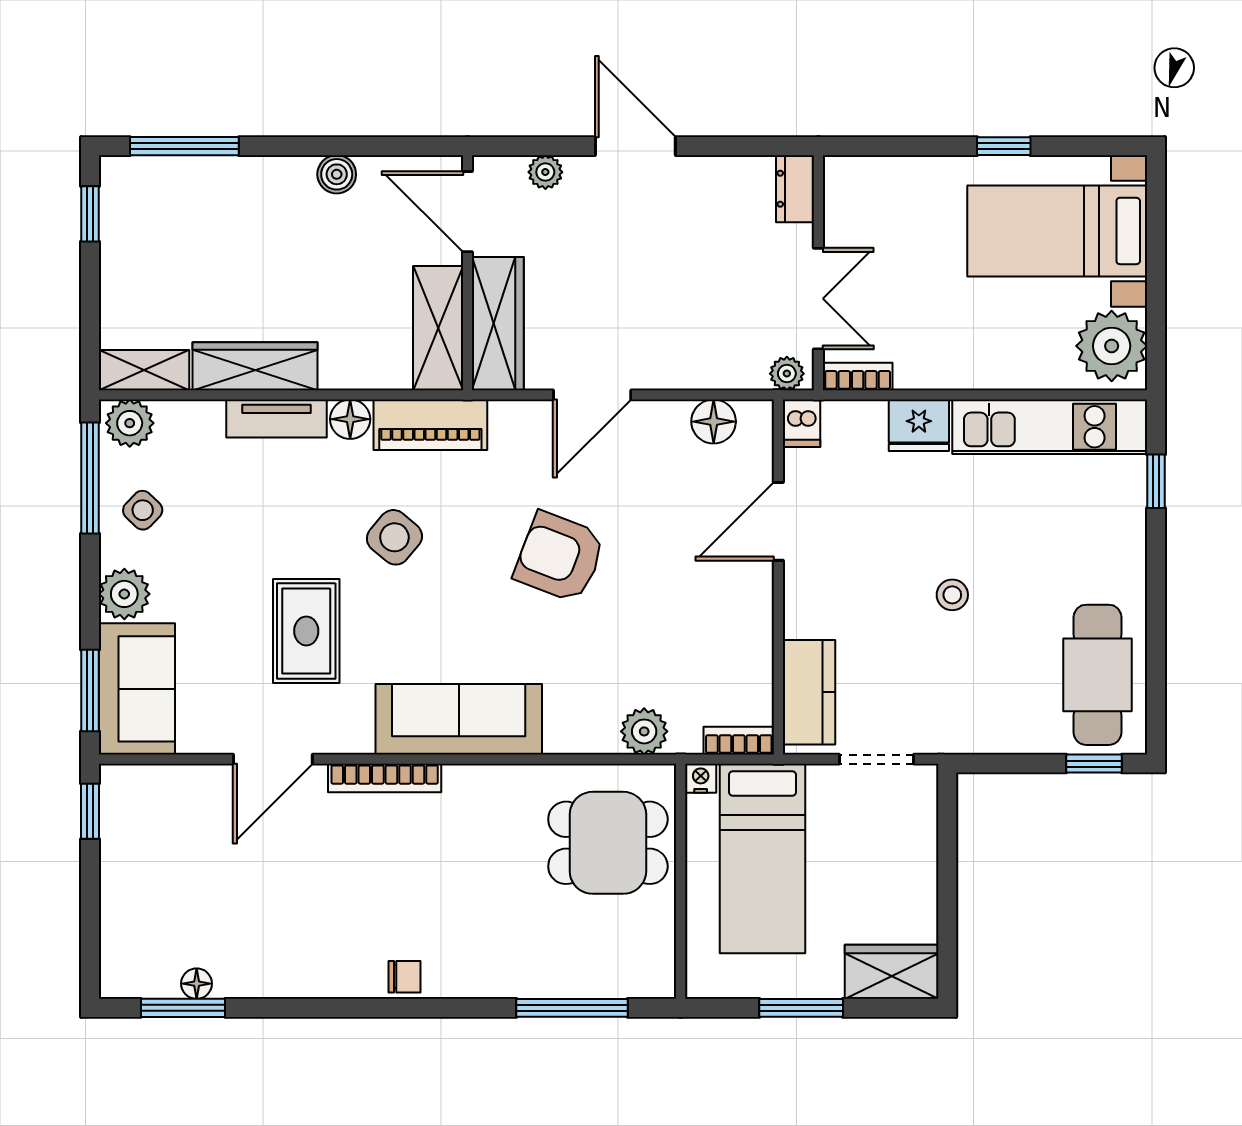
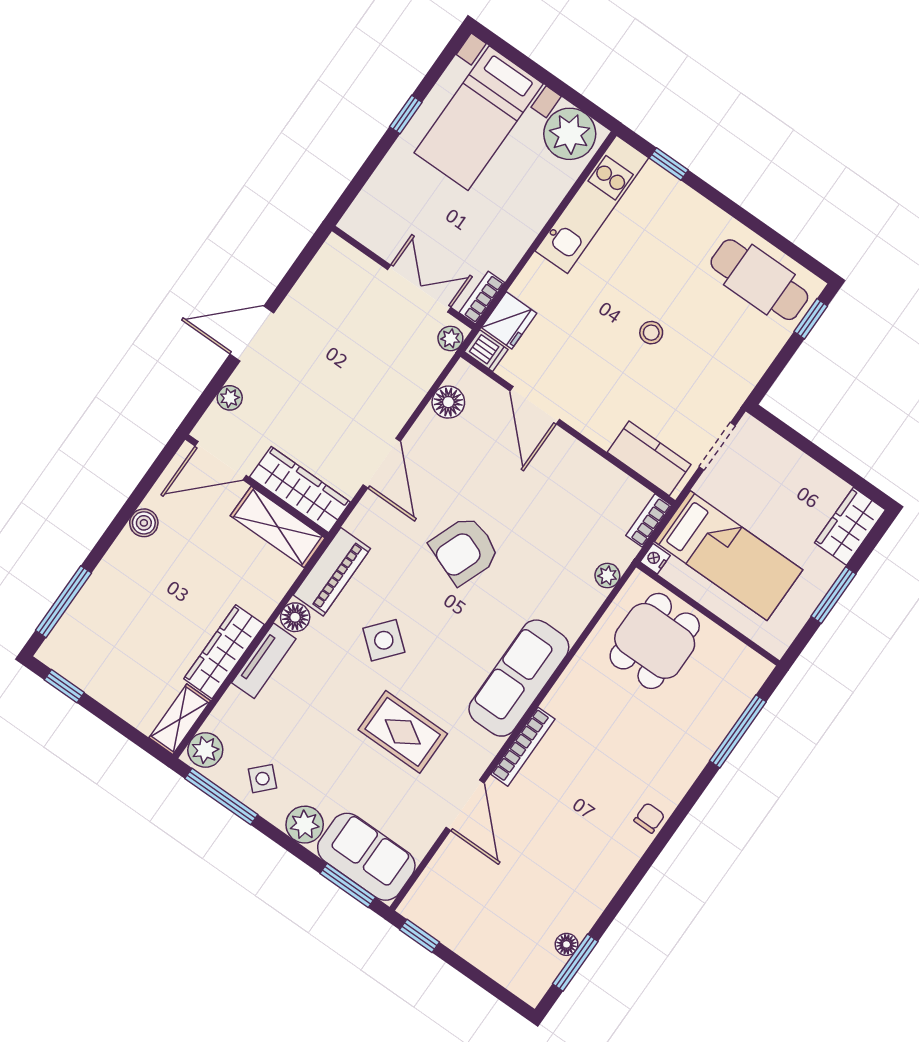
dresser: (795, 189) -> (344, 256), removed
fridge: (919, 425) -> (509, 320), moved
plant: (644, 731) -> (607, 576), width x0.73, depth x0.73

